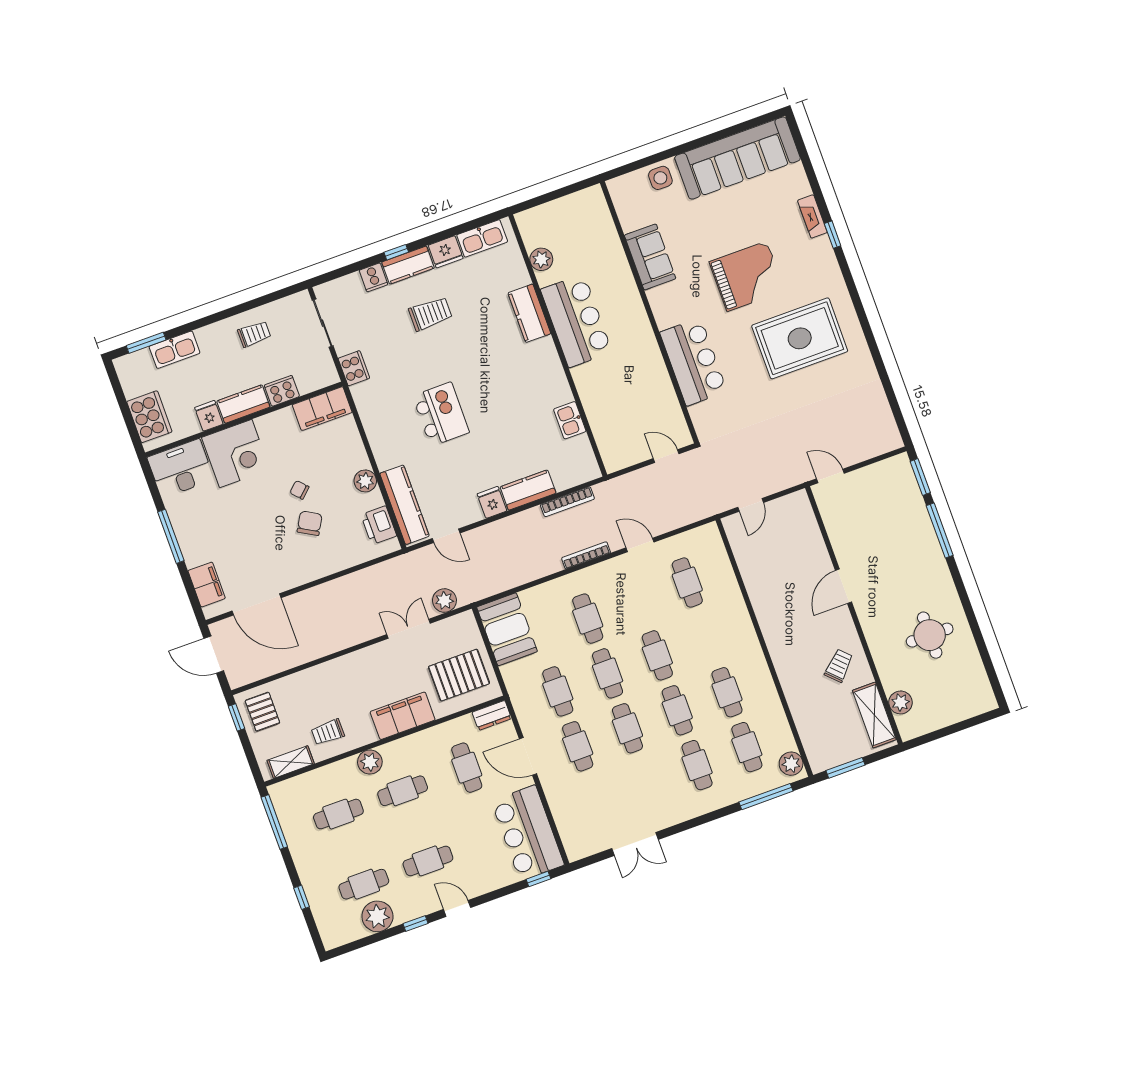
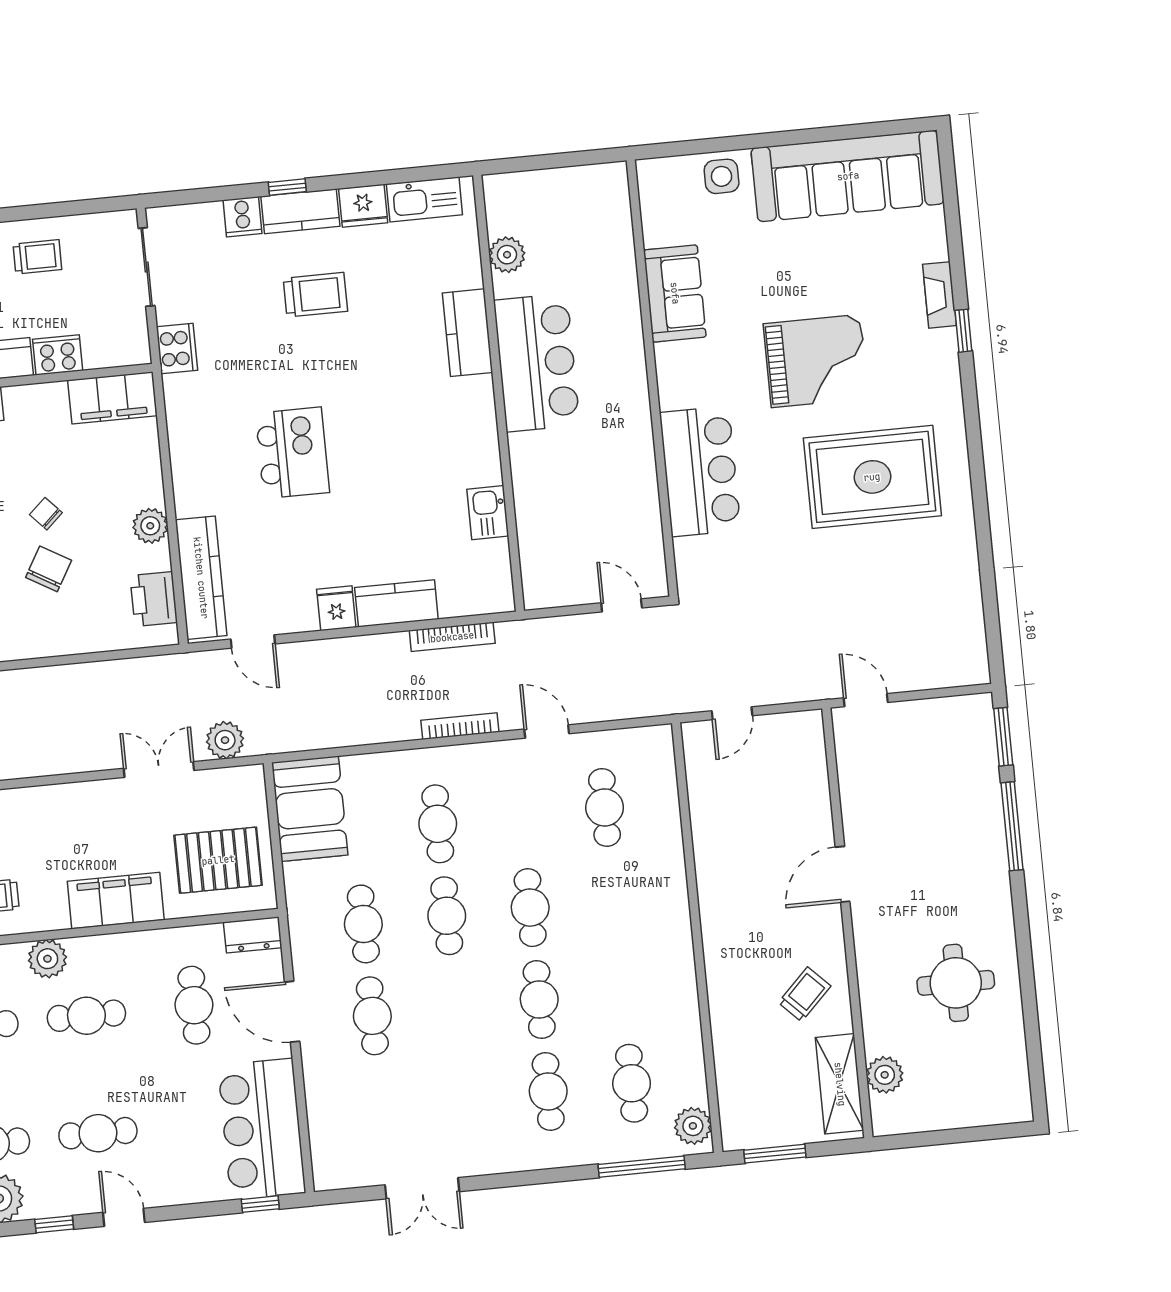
cafe table: (727, 692) -> (623, 991), removed
cafe table: (627, 728) -> (456, 1008), removed

